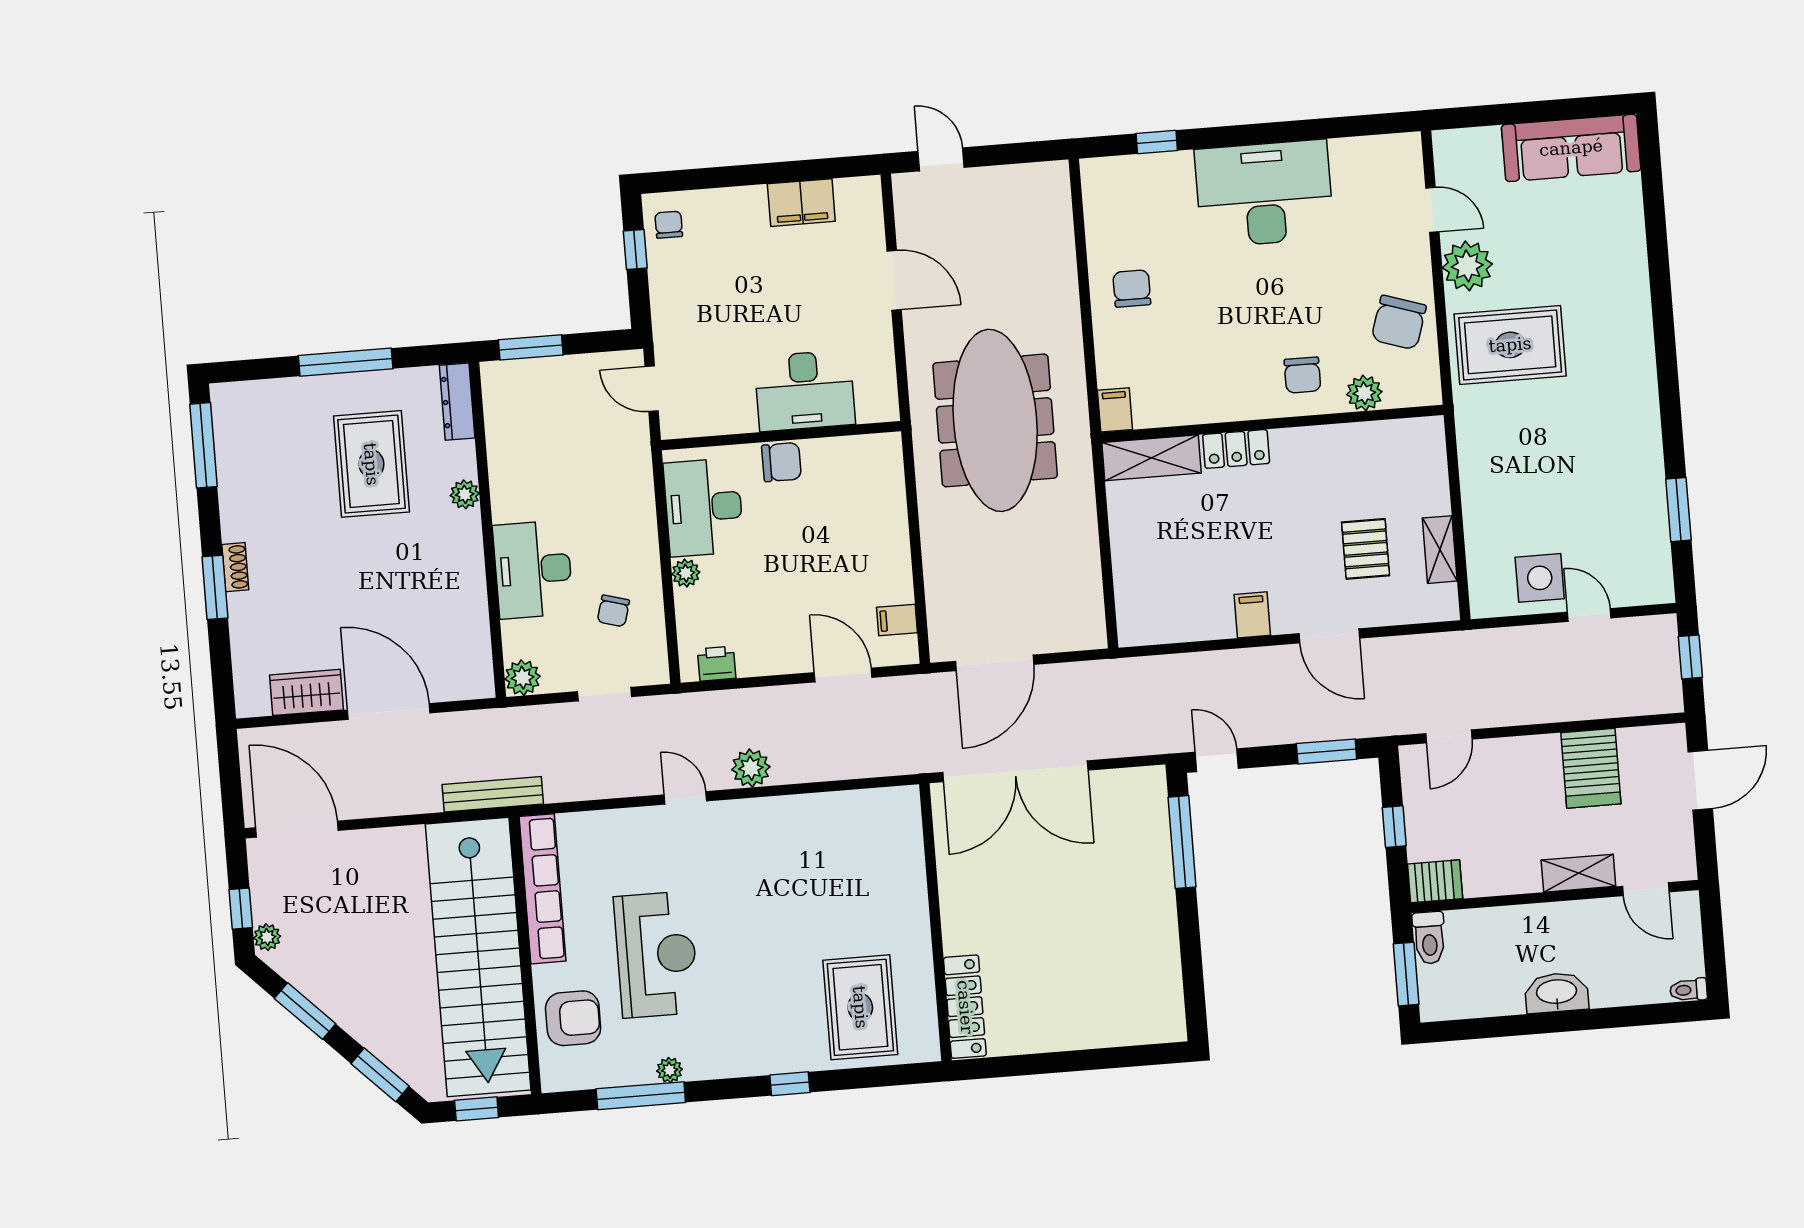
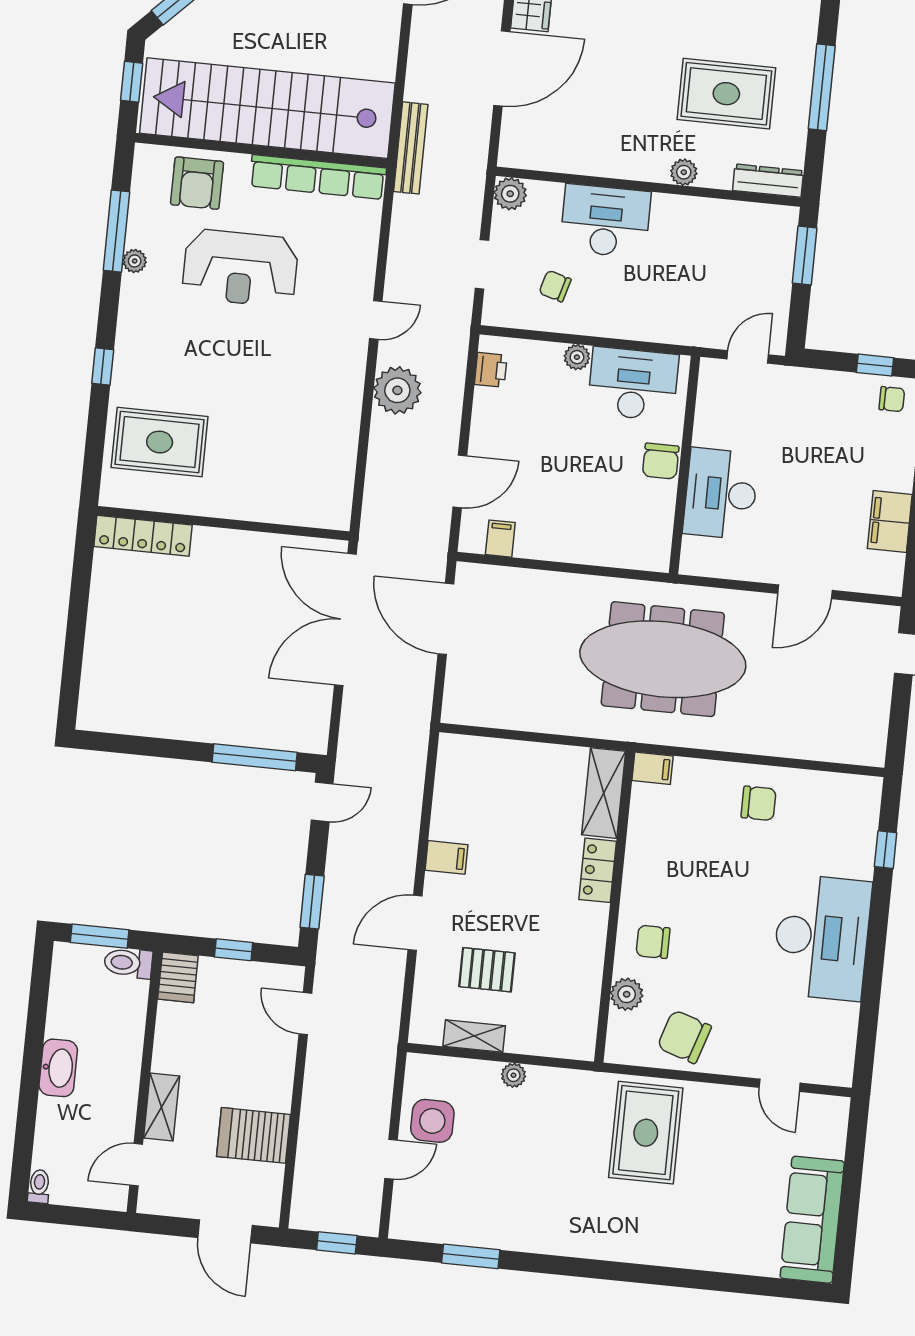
door: (1432, 210) -> (780, 1085), hinge flipped
plant: (1467, 266) -> (513, 1075), moved, width x0.53, depth x0.53
plant: (751, 768) -> (397, 390), width x1.36, depth x1.36

